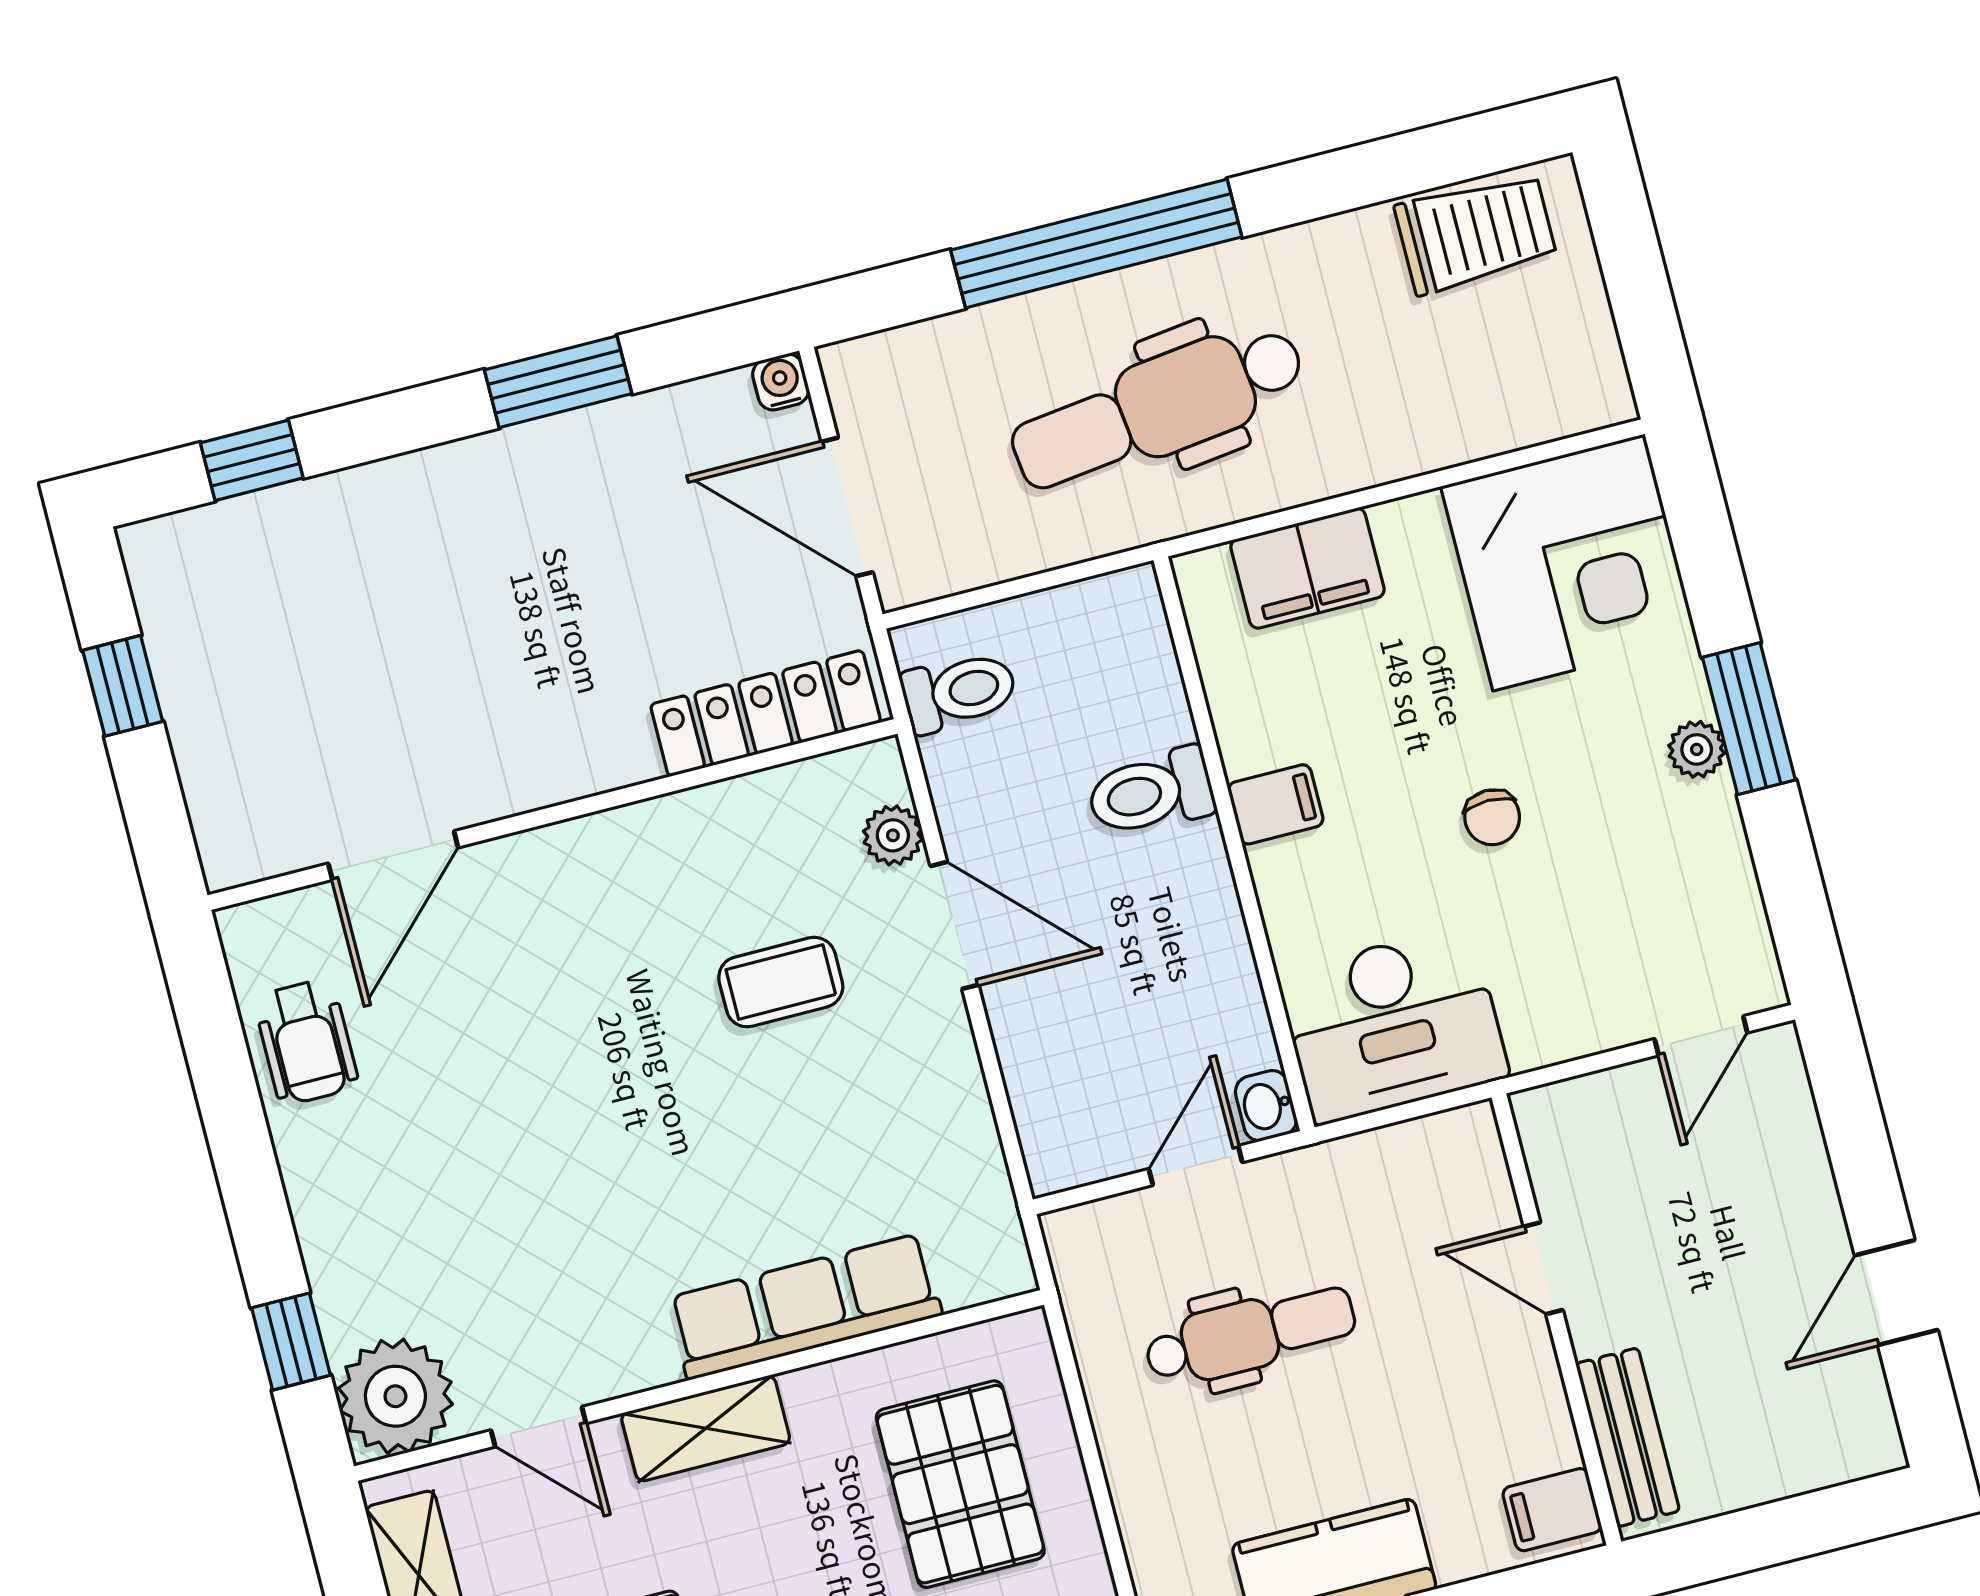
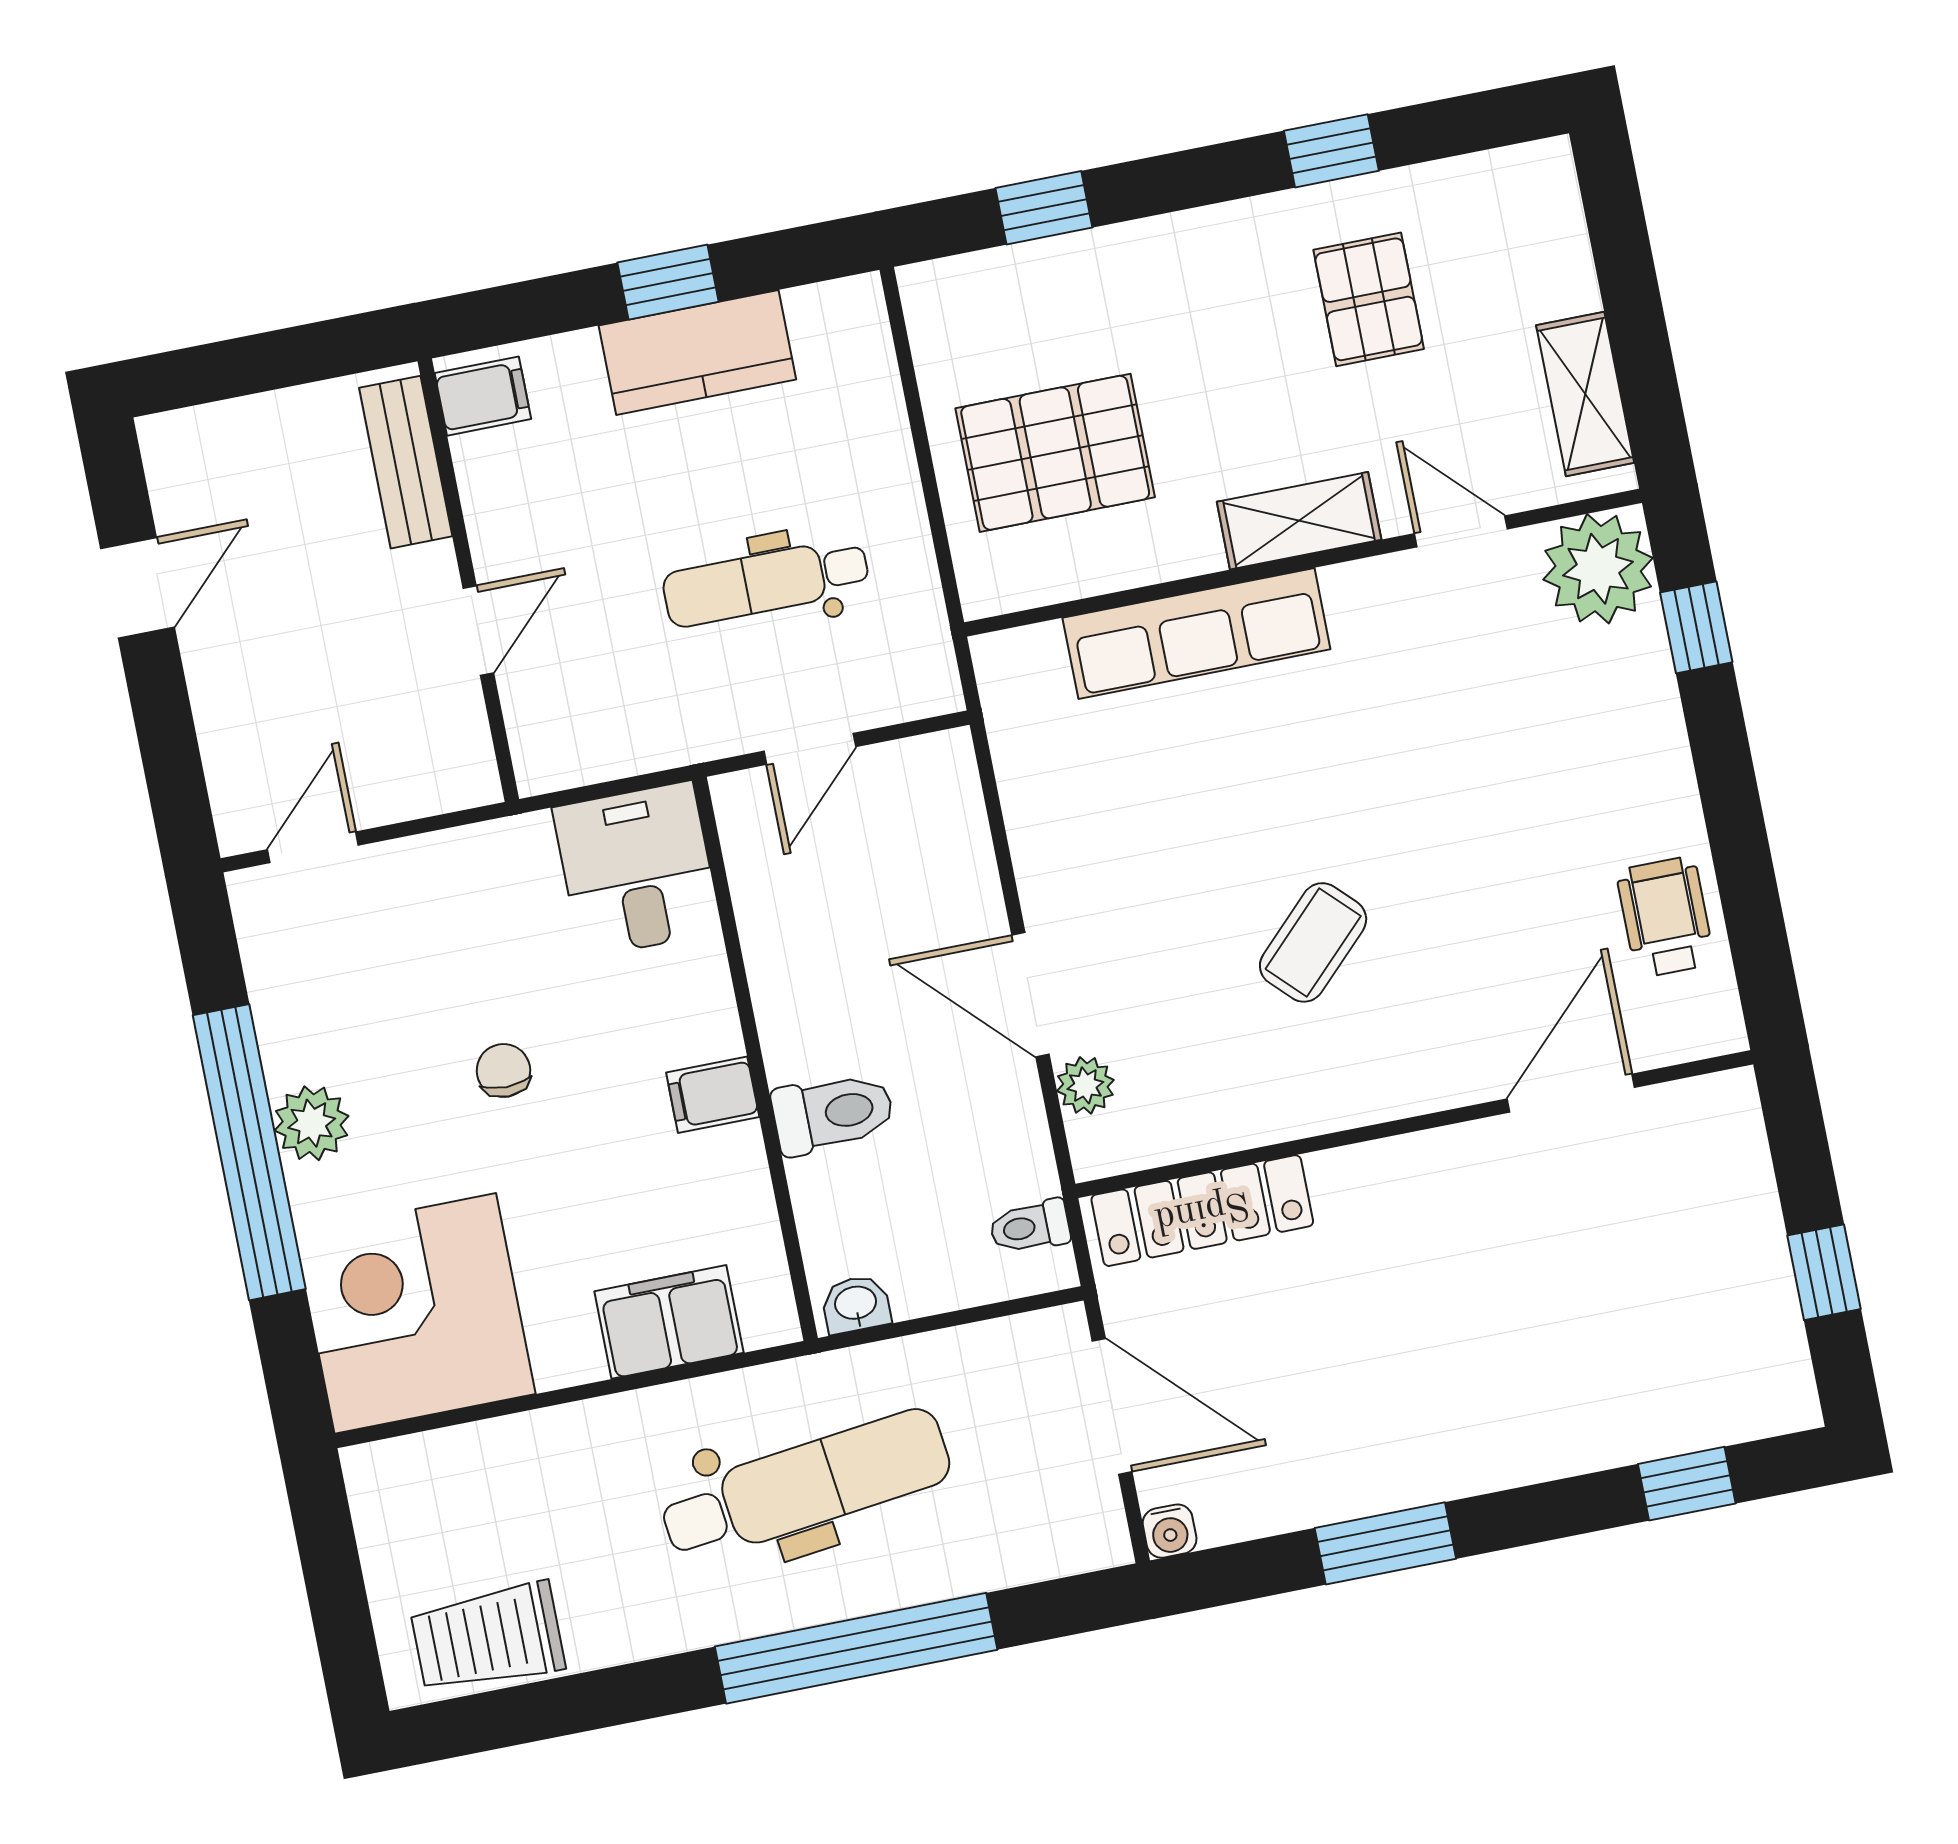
toilet: (959, 692) -> (1030, 1227), width x0.73, depth x0.72
window: (1749, 719) -> (249, 1152), width x2.11
plant: (1697, 749) -> (312, 1123), width x1.38, depth x1.38
coffee table: (781, 982) -> (1313, 942), moved, turned -45
desk: (1393, 1025) -> (637, 870), width x0.73
washbasin: (1266, 1106) -> (856, 1304), moved, turned -90
door: (1543, 1268) -> (478, 630), hinge flipped
pallet: (960, 1484) -> (1055, 453), turned 90

